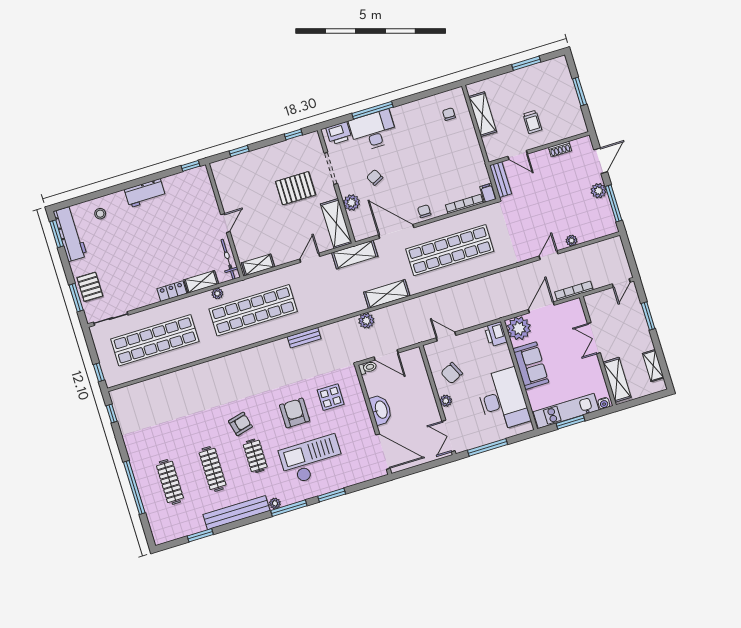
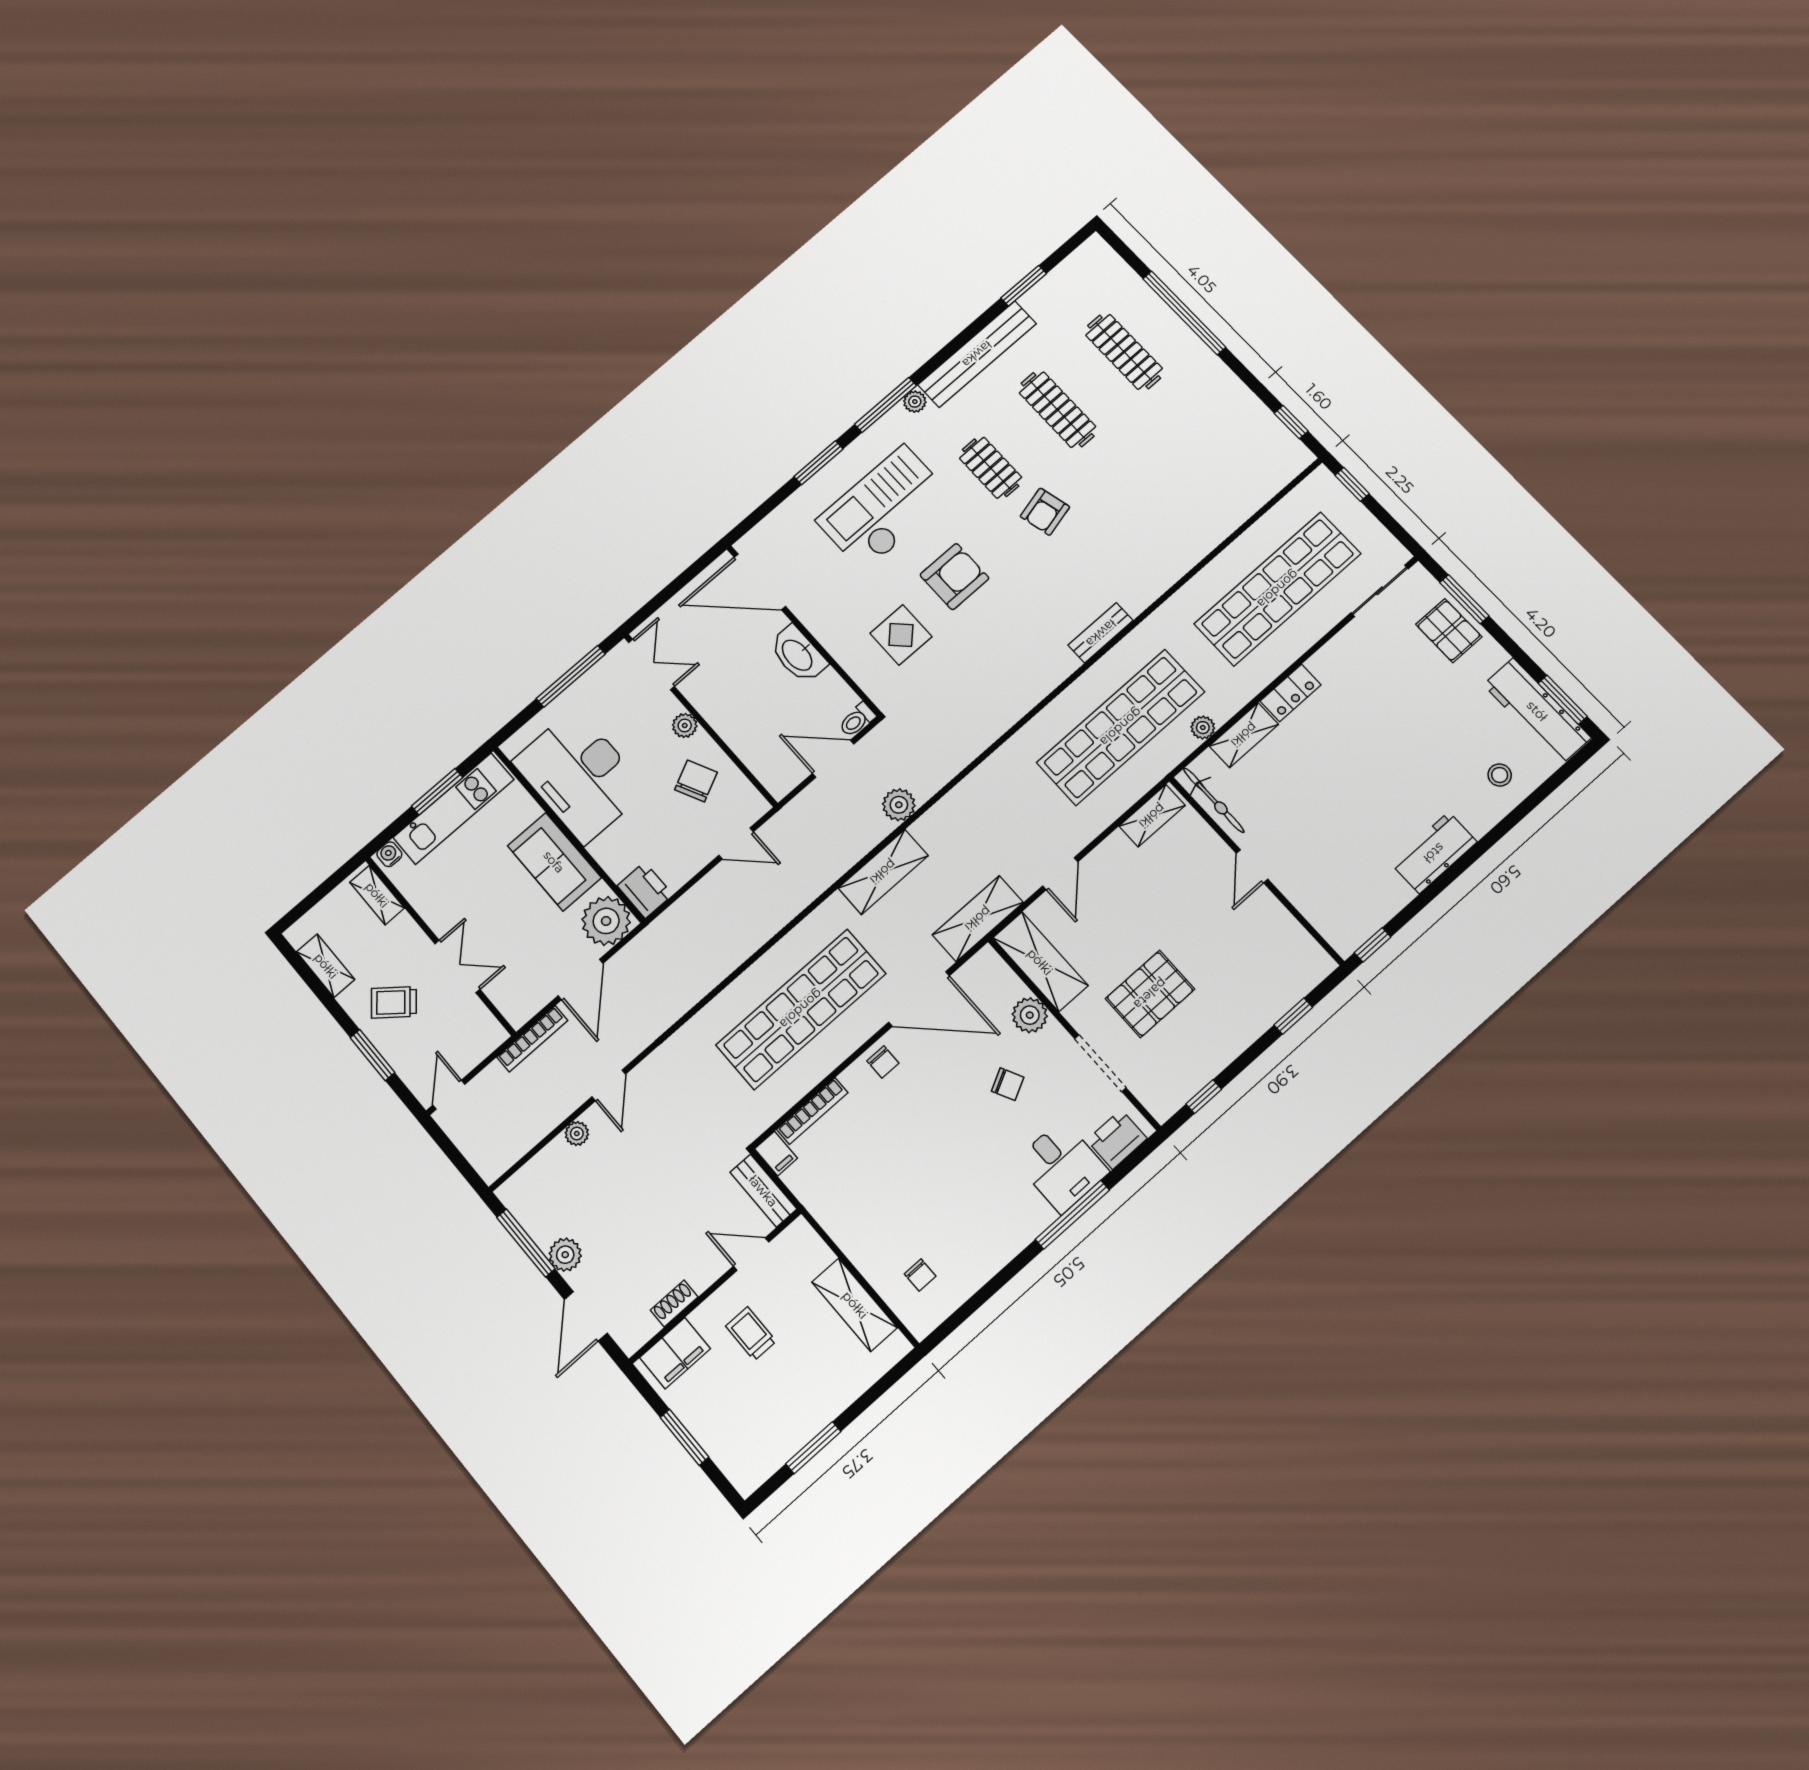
filing cabinet: (569, 128) -> (675, 1353), added
desk: (373, 131) -> (1062, 1166), width x0.73
trolley: (629, 335) -> (394, 1002), added
bench: (304, 338) -> (1101, 633), moved
shelving: (617, 380) -> (377, 895), width x0.67, depth x0.75
armchair: (295, 413) -> (954, 577), turned -90
checkout: (312, 460) -> (884, 508), turned 180

